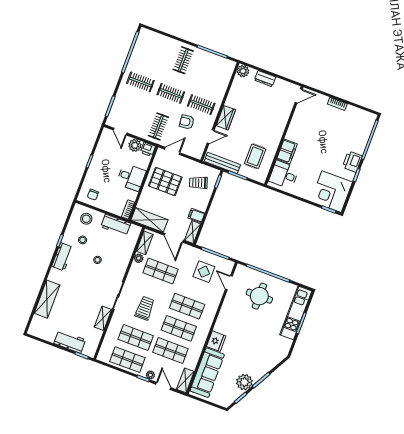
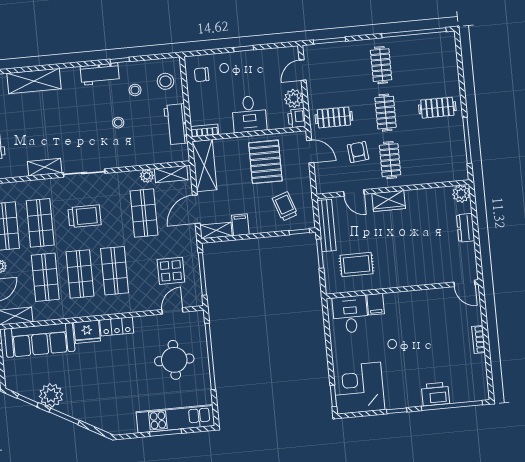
filing cabinet: (287, 151) -> (376, 304), width x0.50
printer: (352, 162) -> (435, 394), moved
locker: (222, 321) -> (117, 326), added

